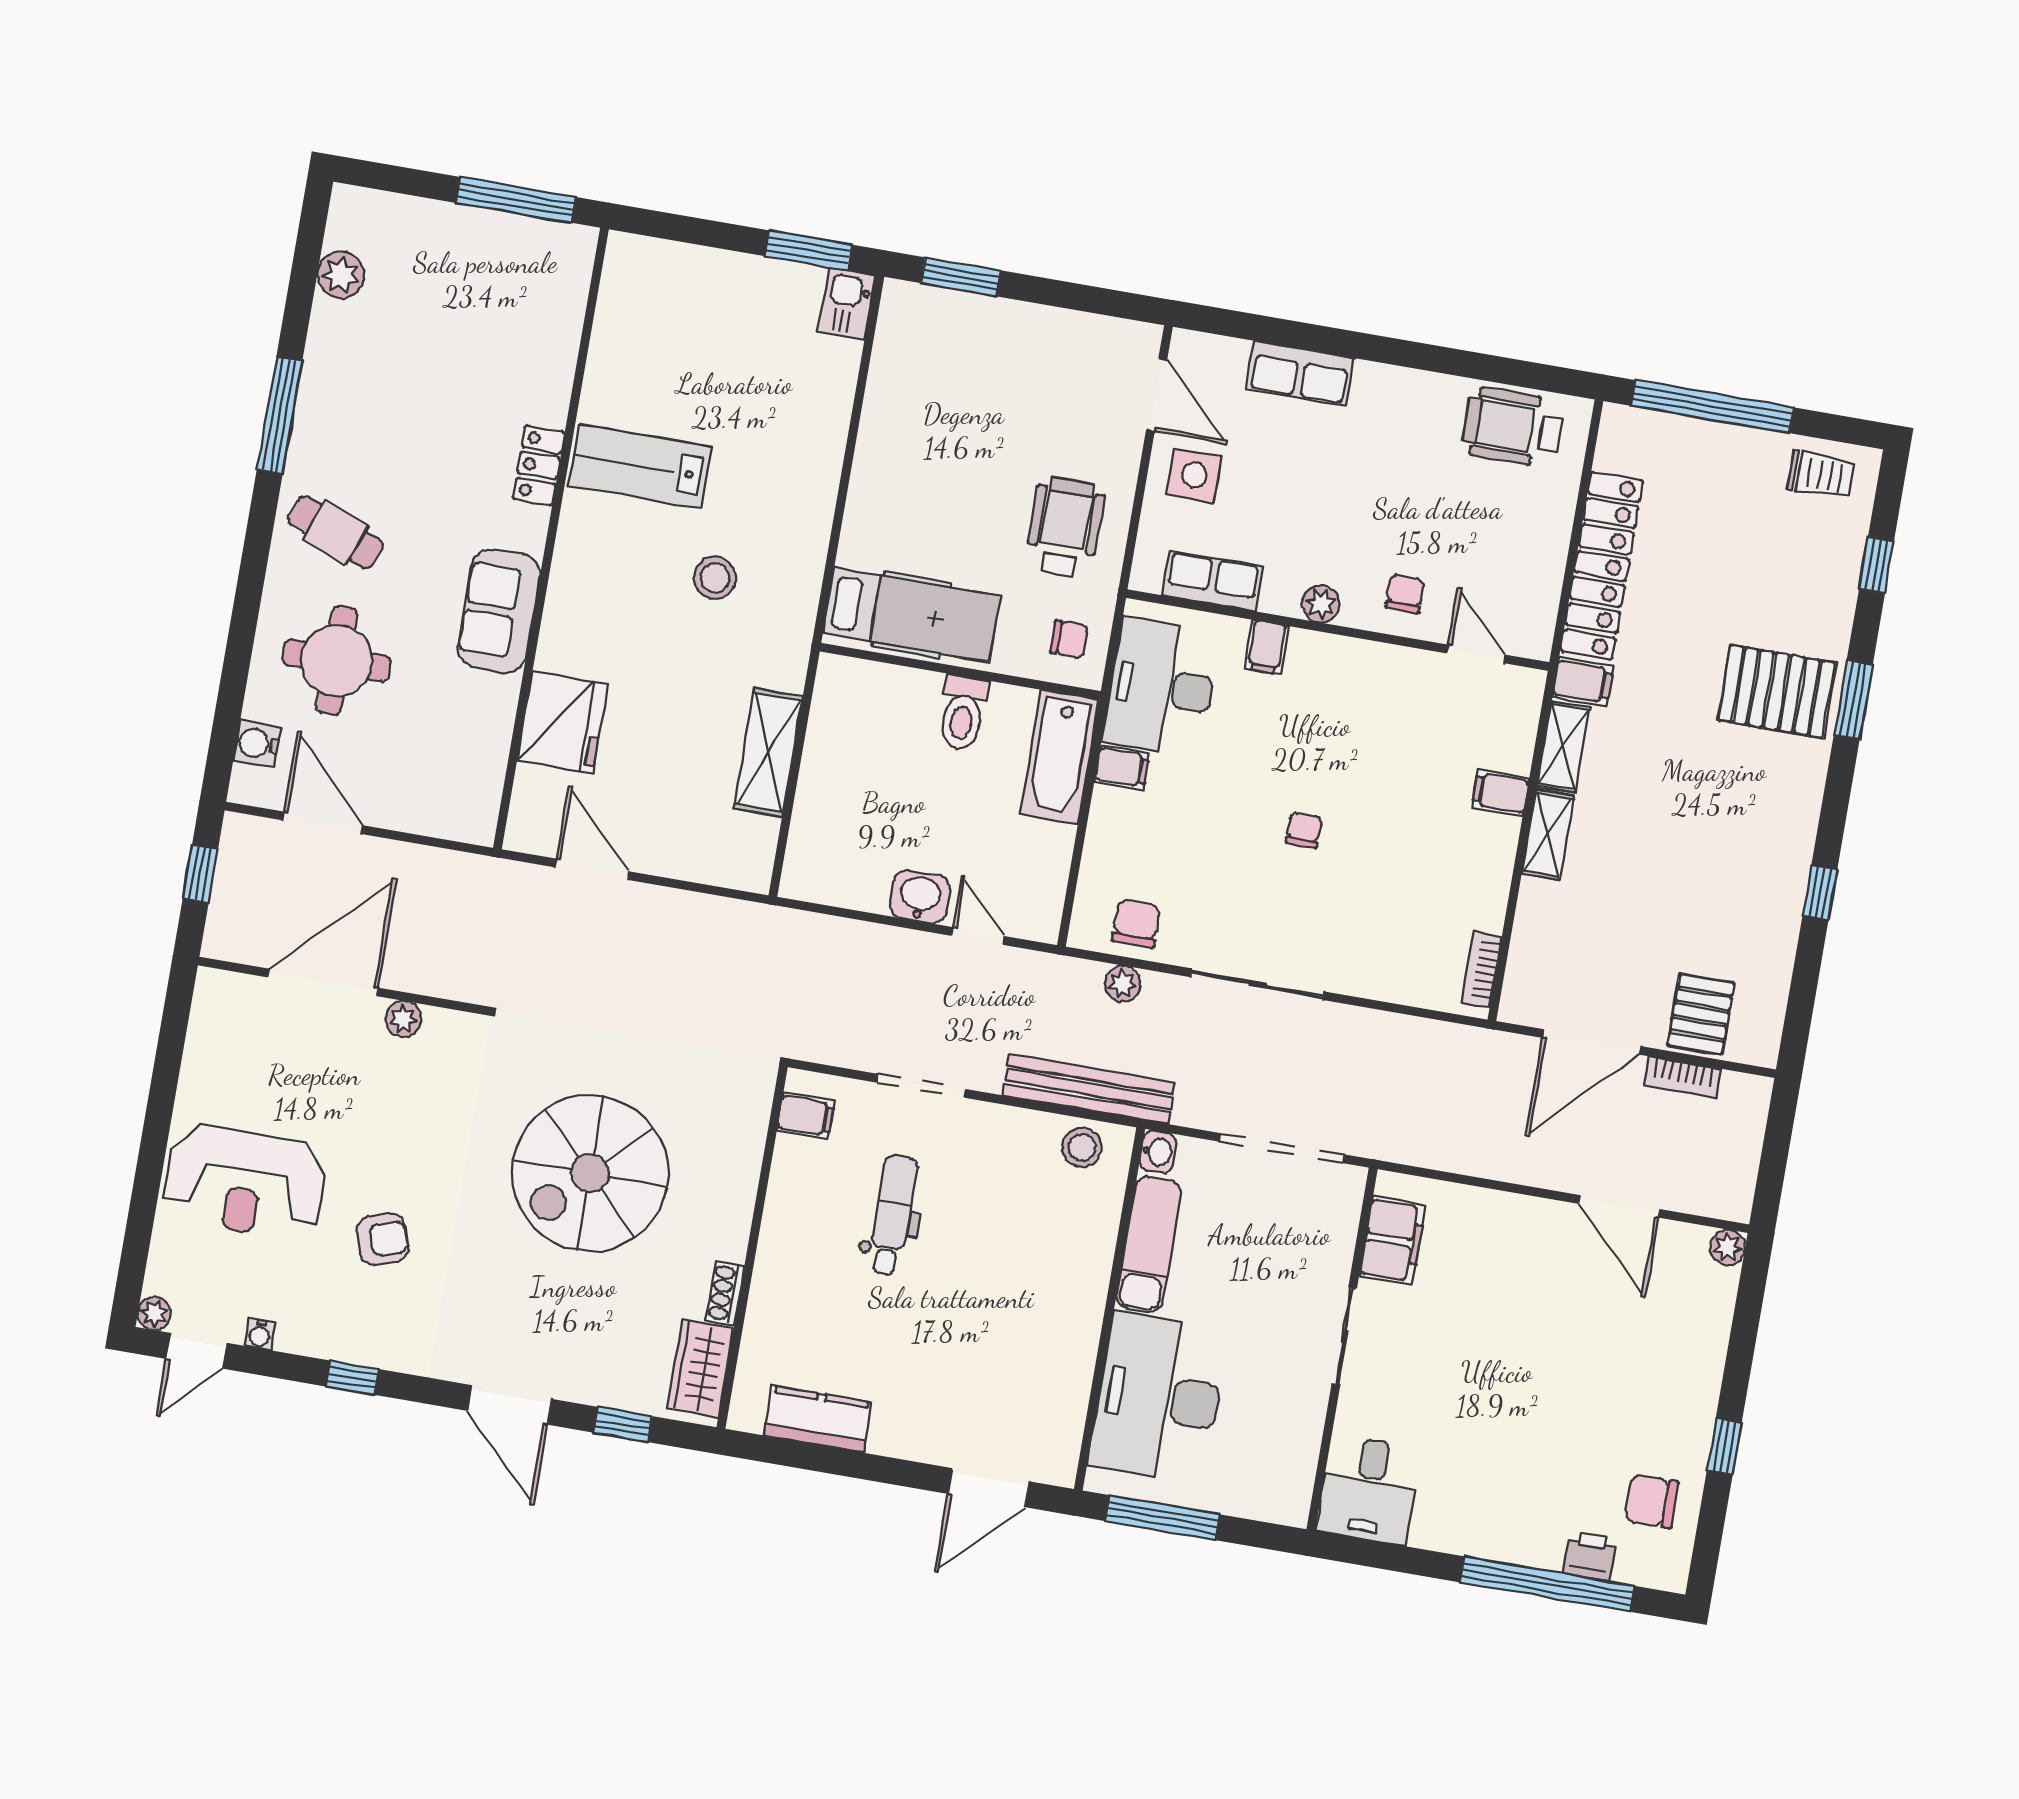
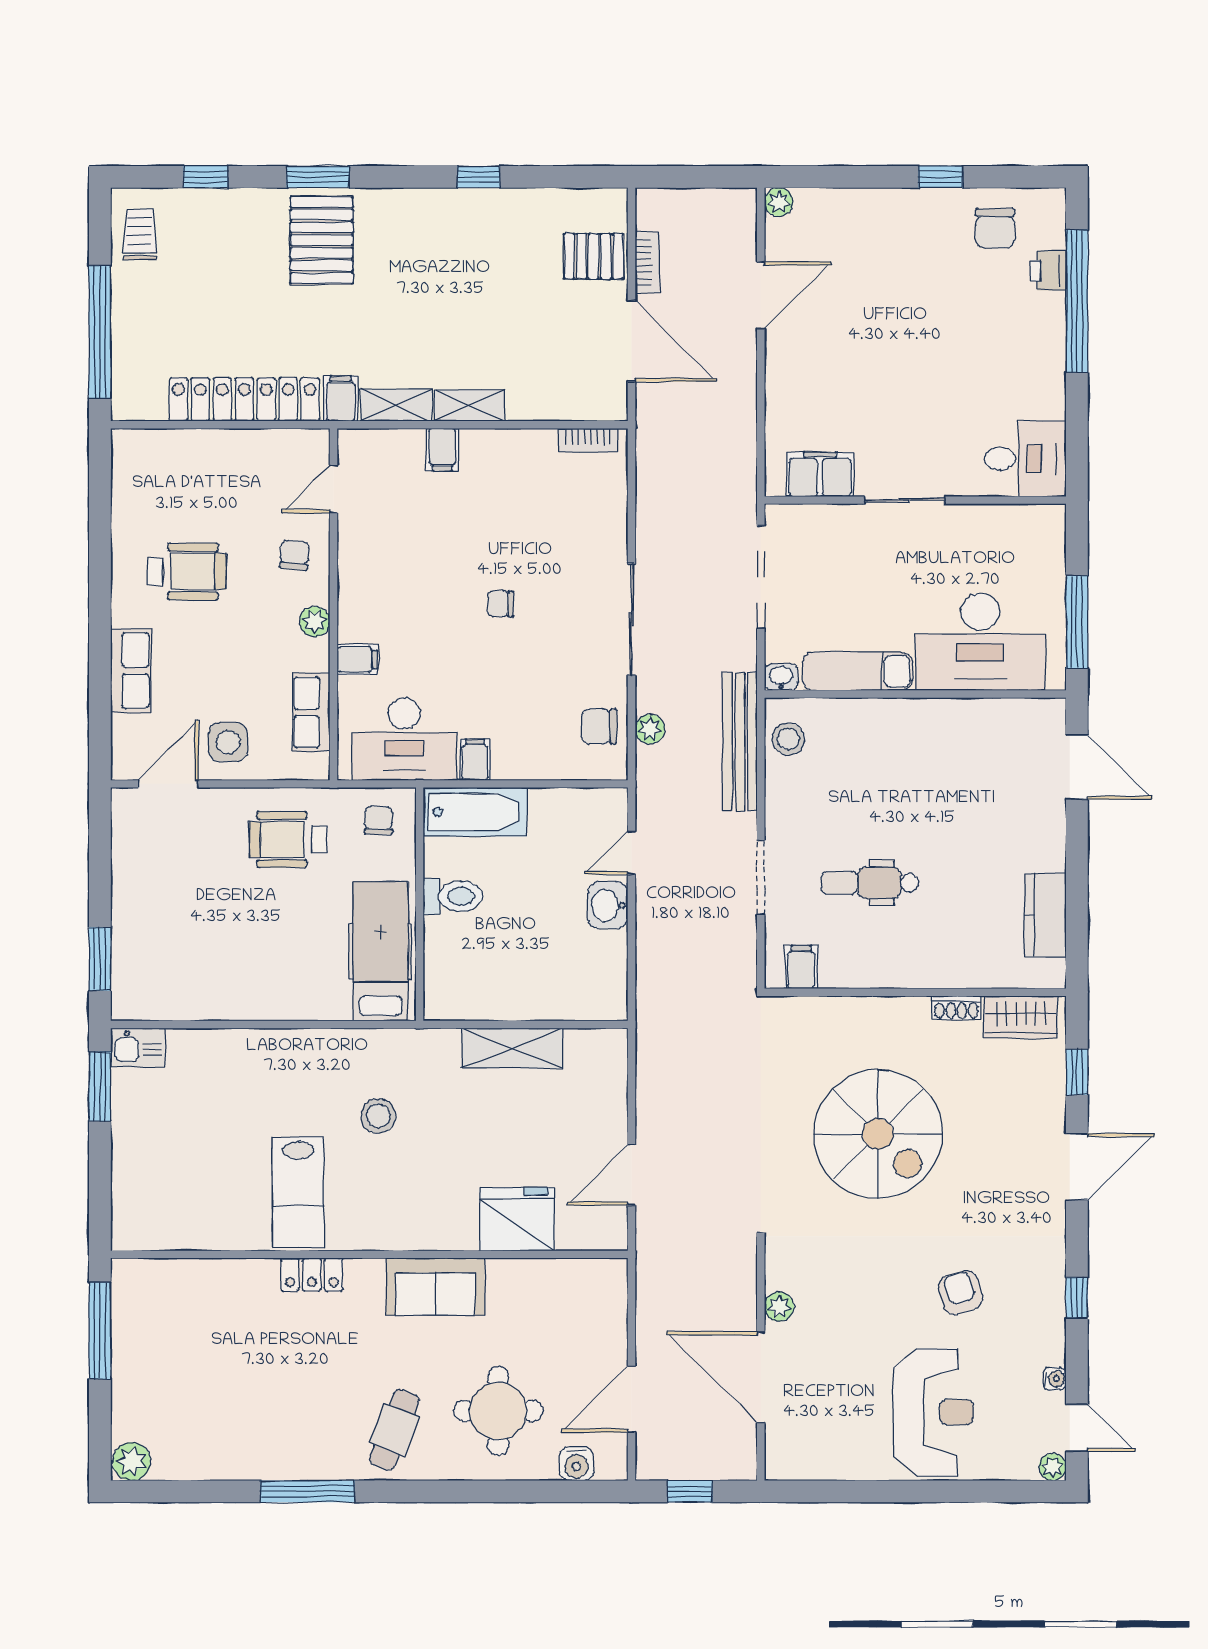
plant: (341, 275) -> (132, 1461), moved
wheelchair: (1513, 427) -> (187, 572), moved, turned -90
chair: (1405, 594) -> (295, 555), turned 95

